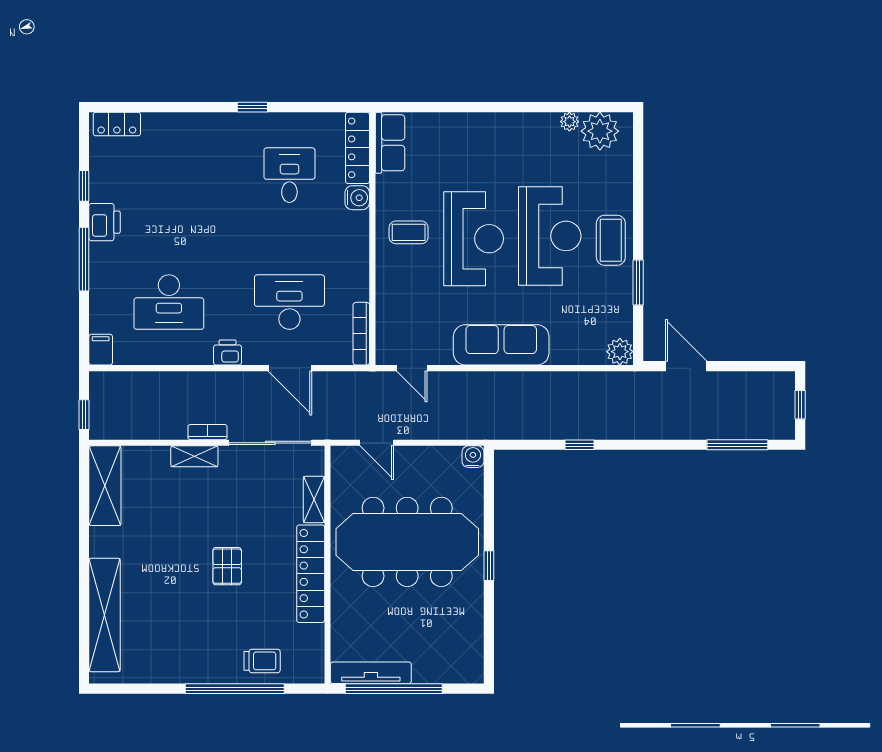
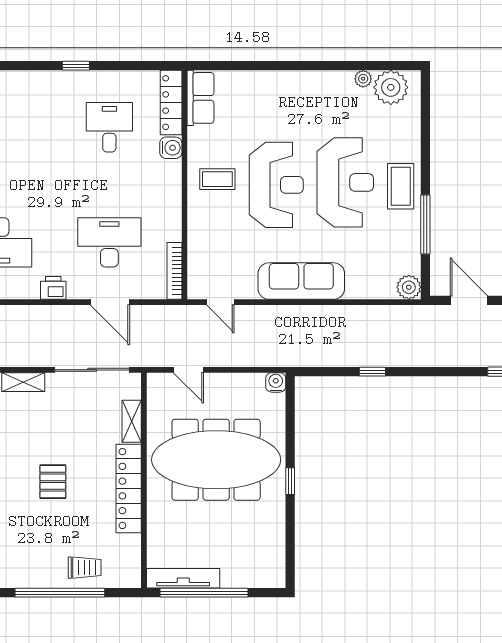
window: (638, 283) -> (425, 225), width x1.44
bookcase: (208, 432) -> (35, 360), removed

